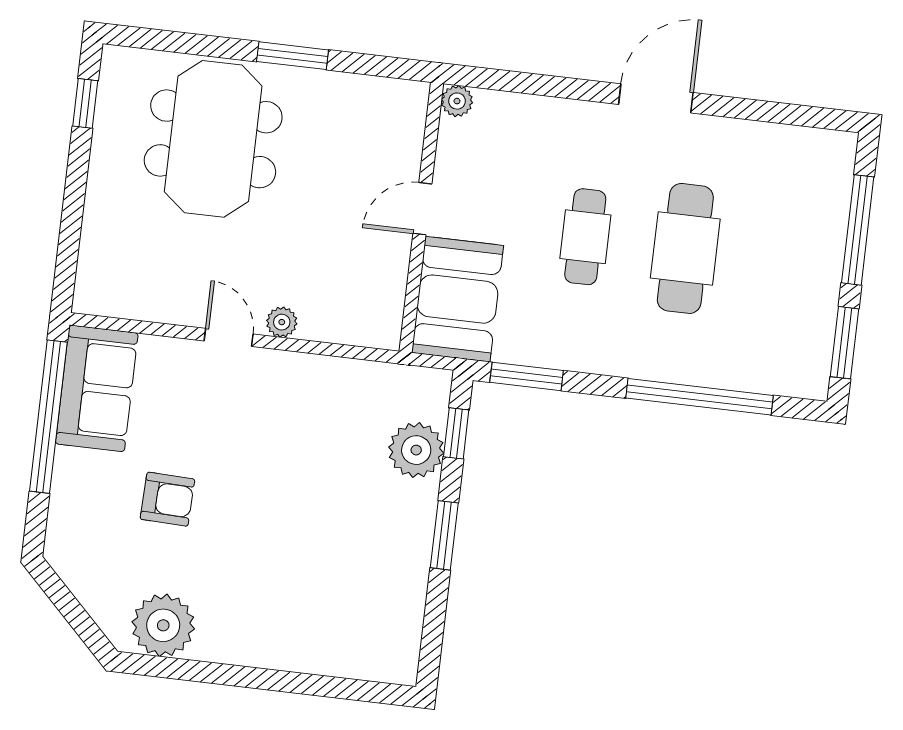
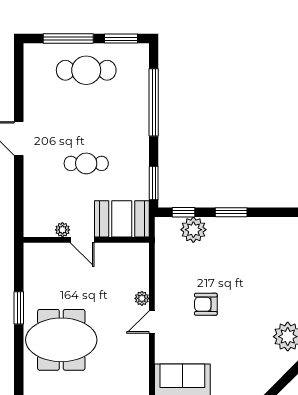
plant: (457, 101) -> (62, 230), moved
cafe table: (685, 248) -> (86, 70), moved
armchair: (167, 499) -> (206, 304), moved, turned -92

